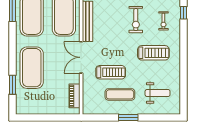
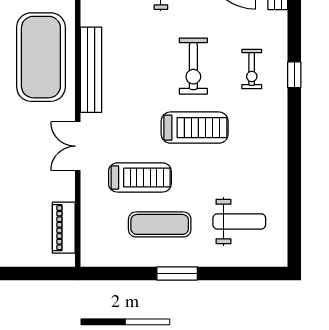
window: (183, 13) -> (294, 75), moved
treadmill: (153, 53) -> (195, 128), moved
double door: (81, 57) -> (78, 146), width x0.73

